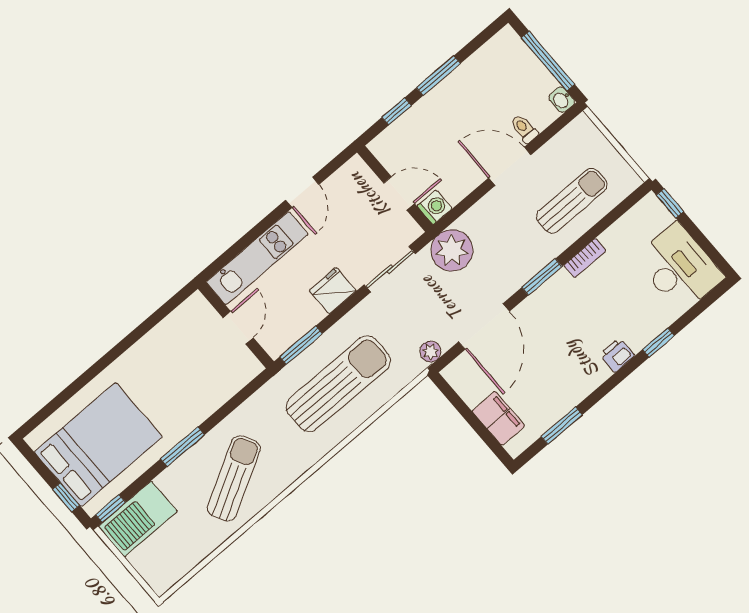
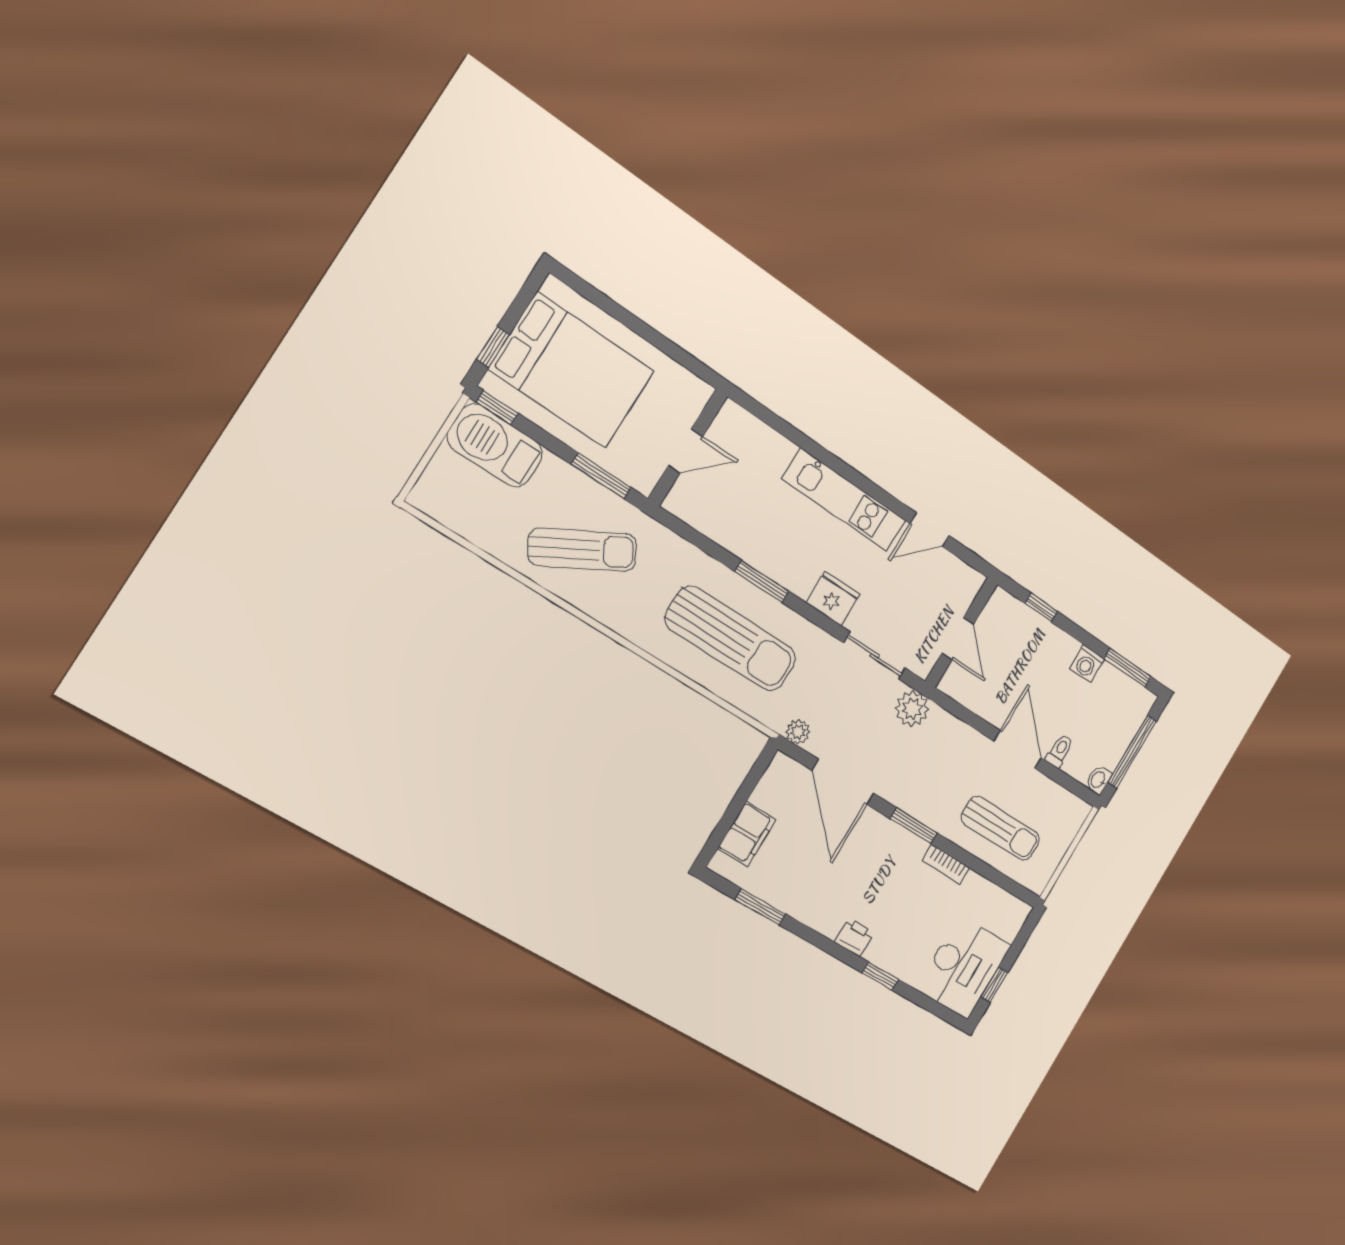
window: (438, 76) -> (1128, 668), moved
window: (670, 203) -> (994, 985), moved
washing machine: (435, 207) -> (1087, 664), moved, turned 90
plant: (452, 250) -> (912, 709), width x0.73, depth x0.73
wall: (236, 325) -> (688, 447), moved
door: (484, 326) -> (843, 782), hinge flipped
door: (238, 328) -> (686, 451), moved

